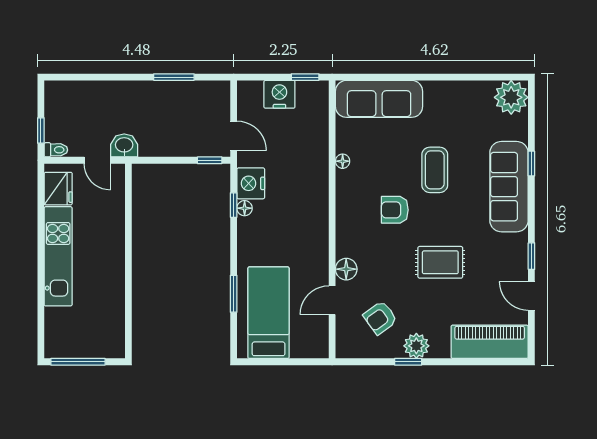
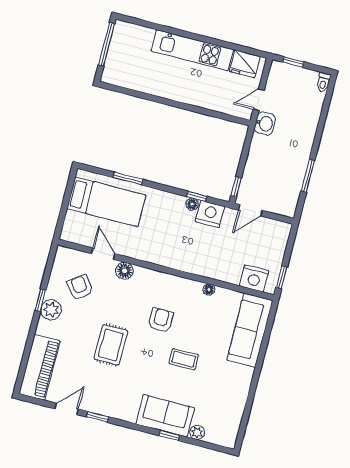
nightstand: (279, 94) -> (254, 278), moved, turned 90
plant: (511, 97) -> (197, 432), moved, width x0.53, depth x0.53
toilet: (56, 150) -> (323, 82), moved
coffee table: (435, 170) -> (184, 359), width x0.73, depth x0.77
sofa: (509, 187) -> (165, 416), width x0.73

